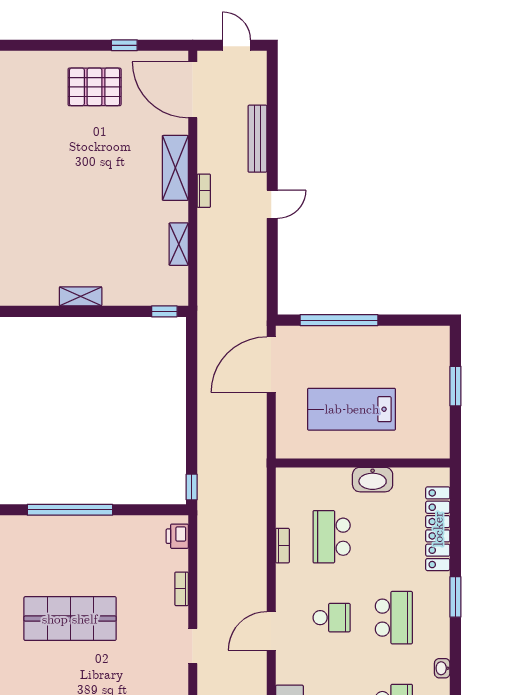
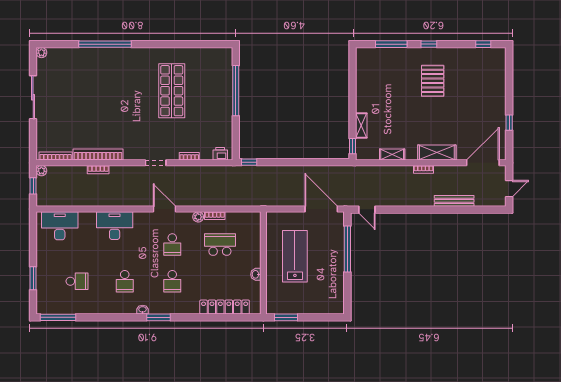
pallet: (95, 87) -> (433, 81), moved
door: (272, 204) -> (367, 210), moved
shelving: (81, 296) -> (361, 126), moved
window: (455, 386) -> (286, 317), moved
washbasin: (373, 480) -> (256, 274), width x0.52, depth x0.69
plant: (285, 574) -> (198, 217), added
window: (455, 597) -> (159, 317), moved
school desk: (394, 618) -> (172, 281), width x0.54

